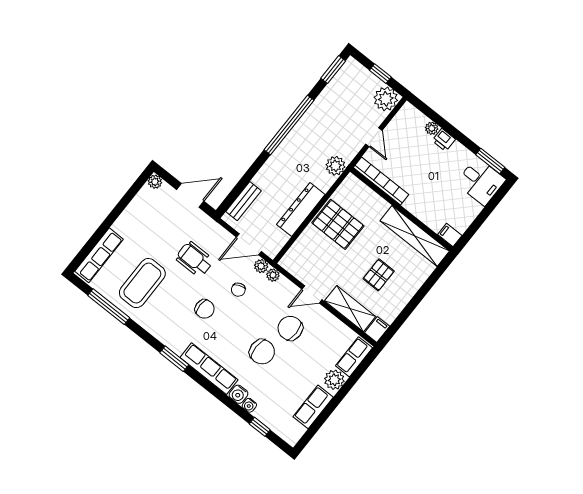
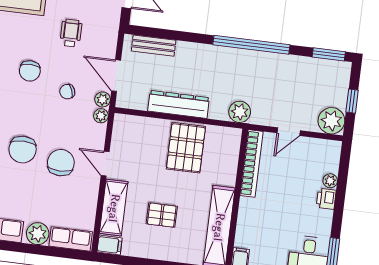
wheelchair: (195, 259) -> (71, 33), width x0.73, depth x0.73

